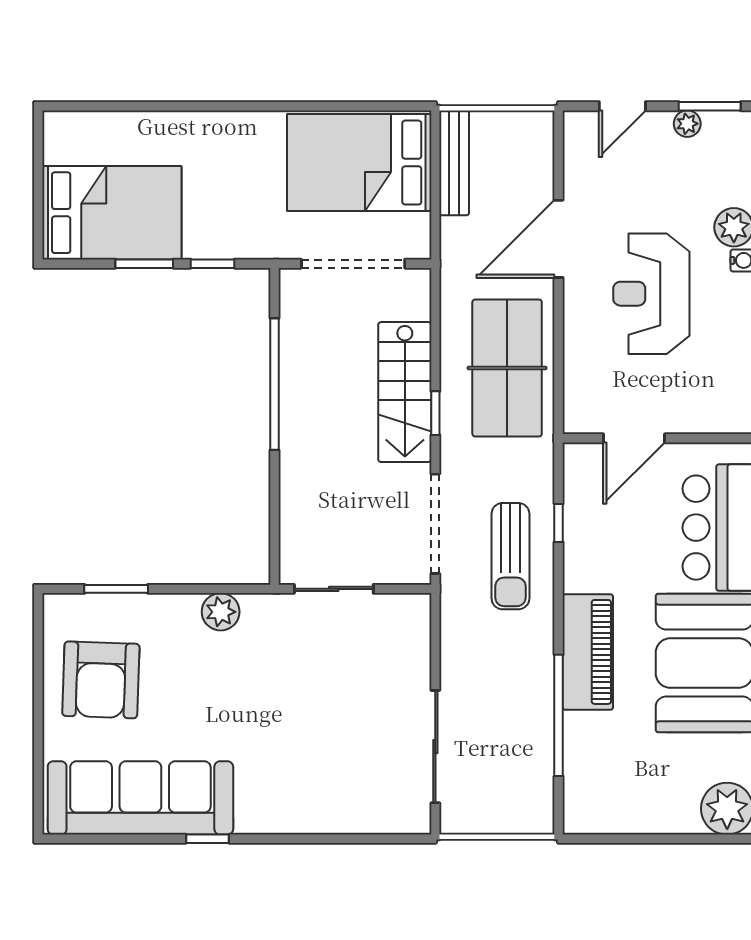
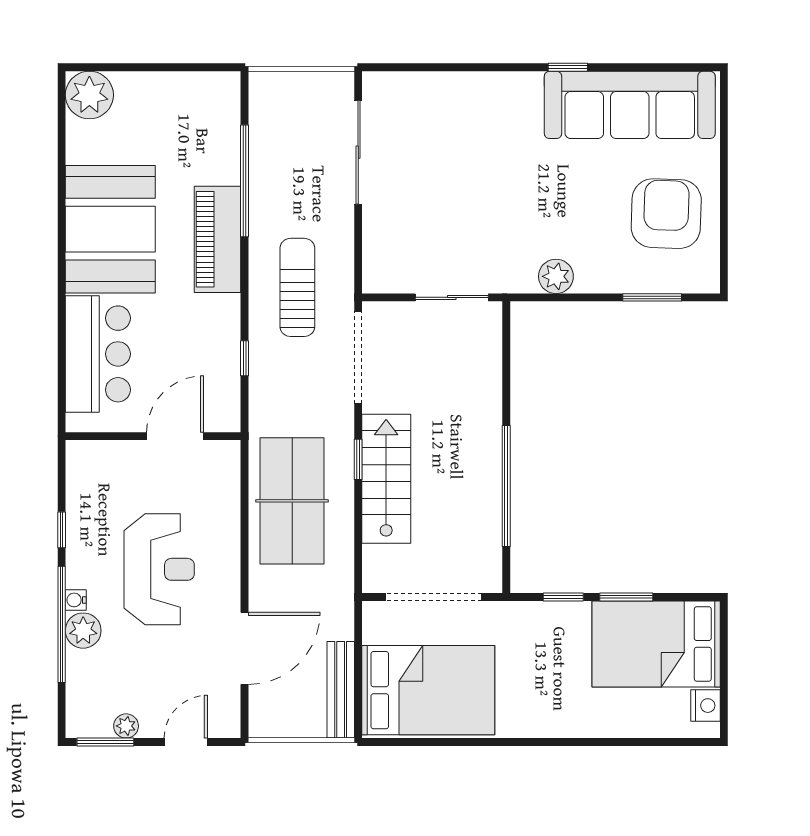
nightstand: (58, 146) -> (705, 706), added
door: (559, 239) -> (245, 648), moved
sun lounger: (510, 556) -> (297, 287), moved

